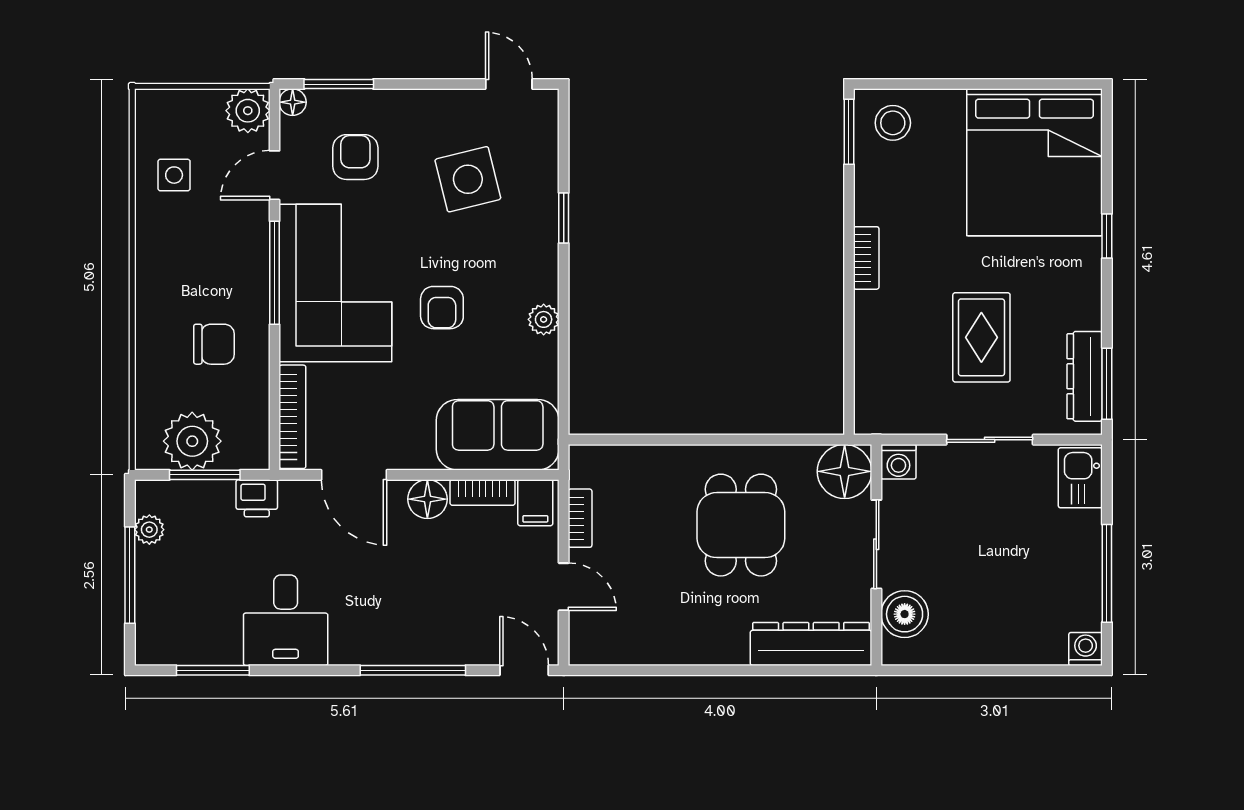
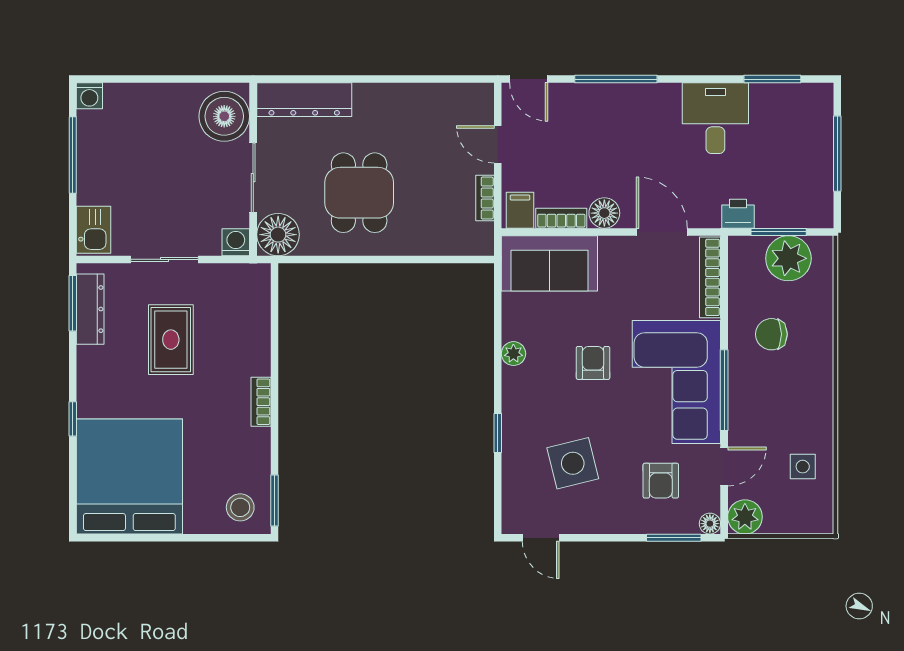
plant: (149, 530) -> (822, 189), removed
boiler: (905, 614) -> (224, 116), width x1.37, depth x1.37

